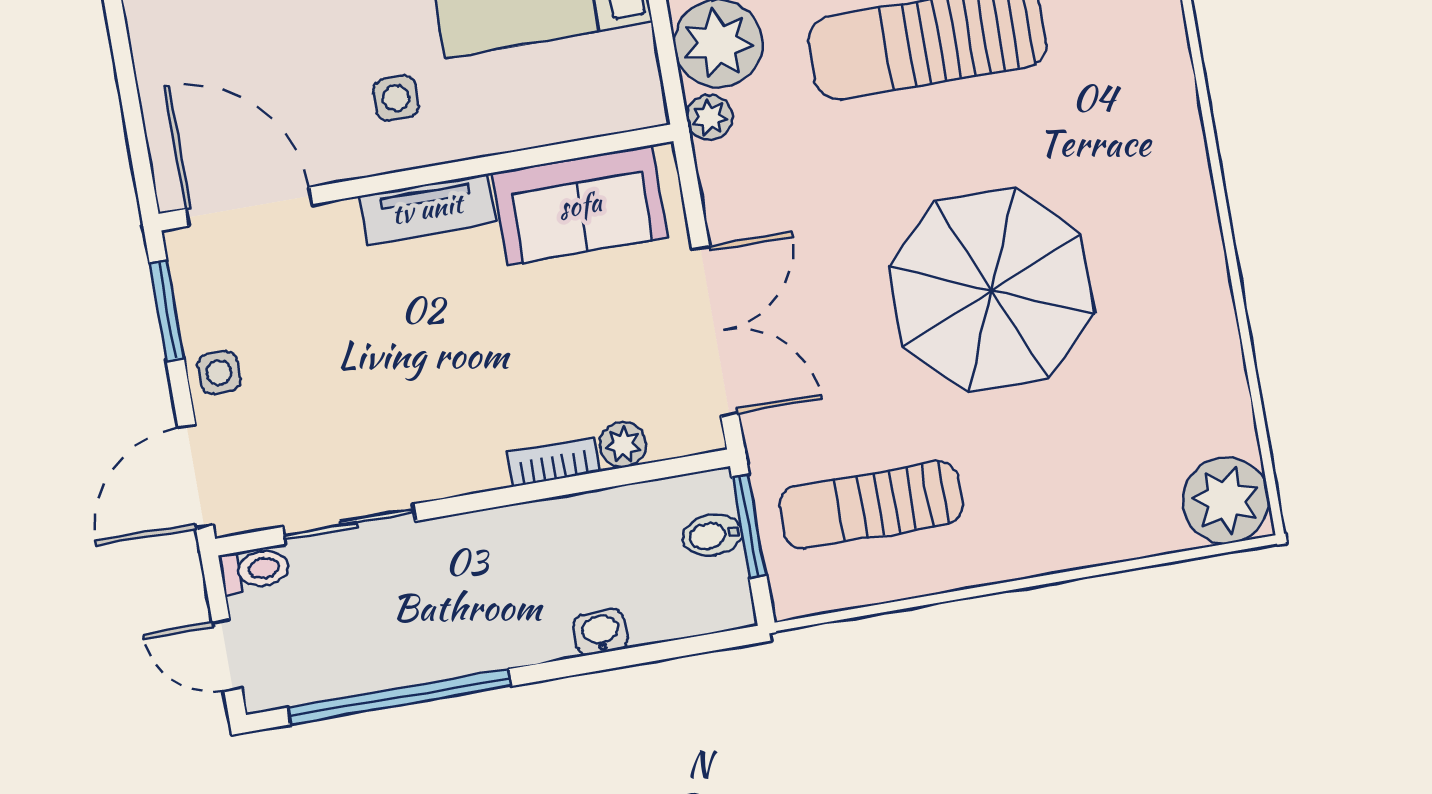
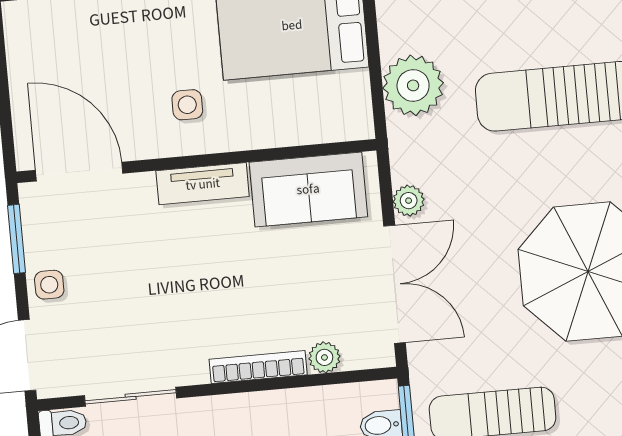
plant: (709, 117) -> (409, 201), moved
bookcase: (553, 462) -> (258, 367), width x1.56

